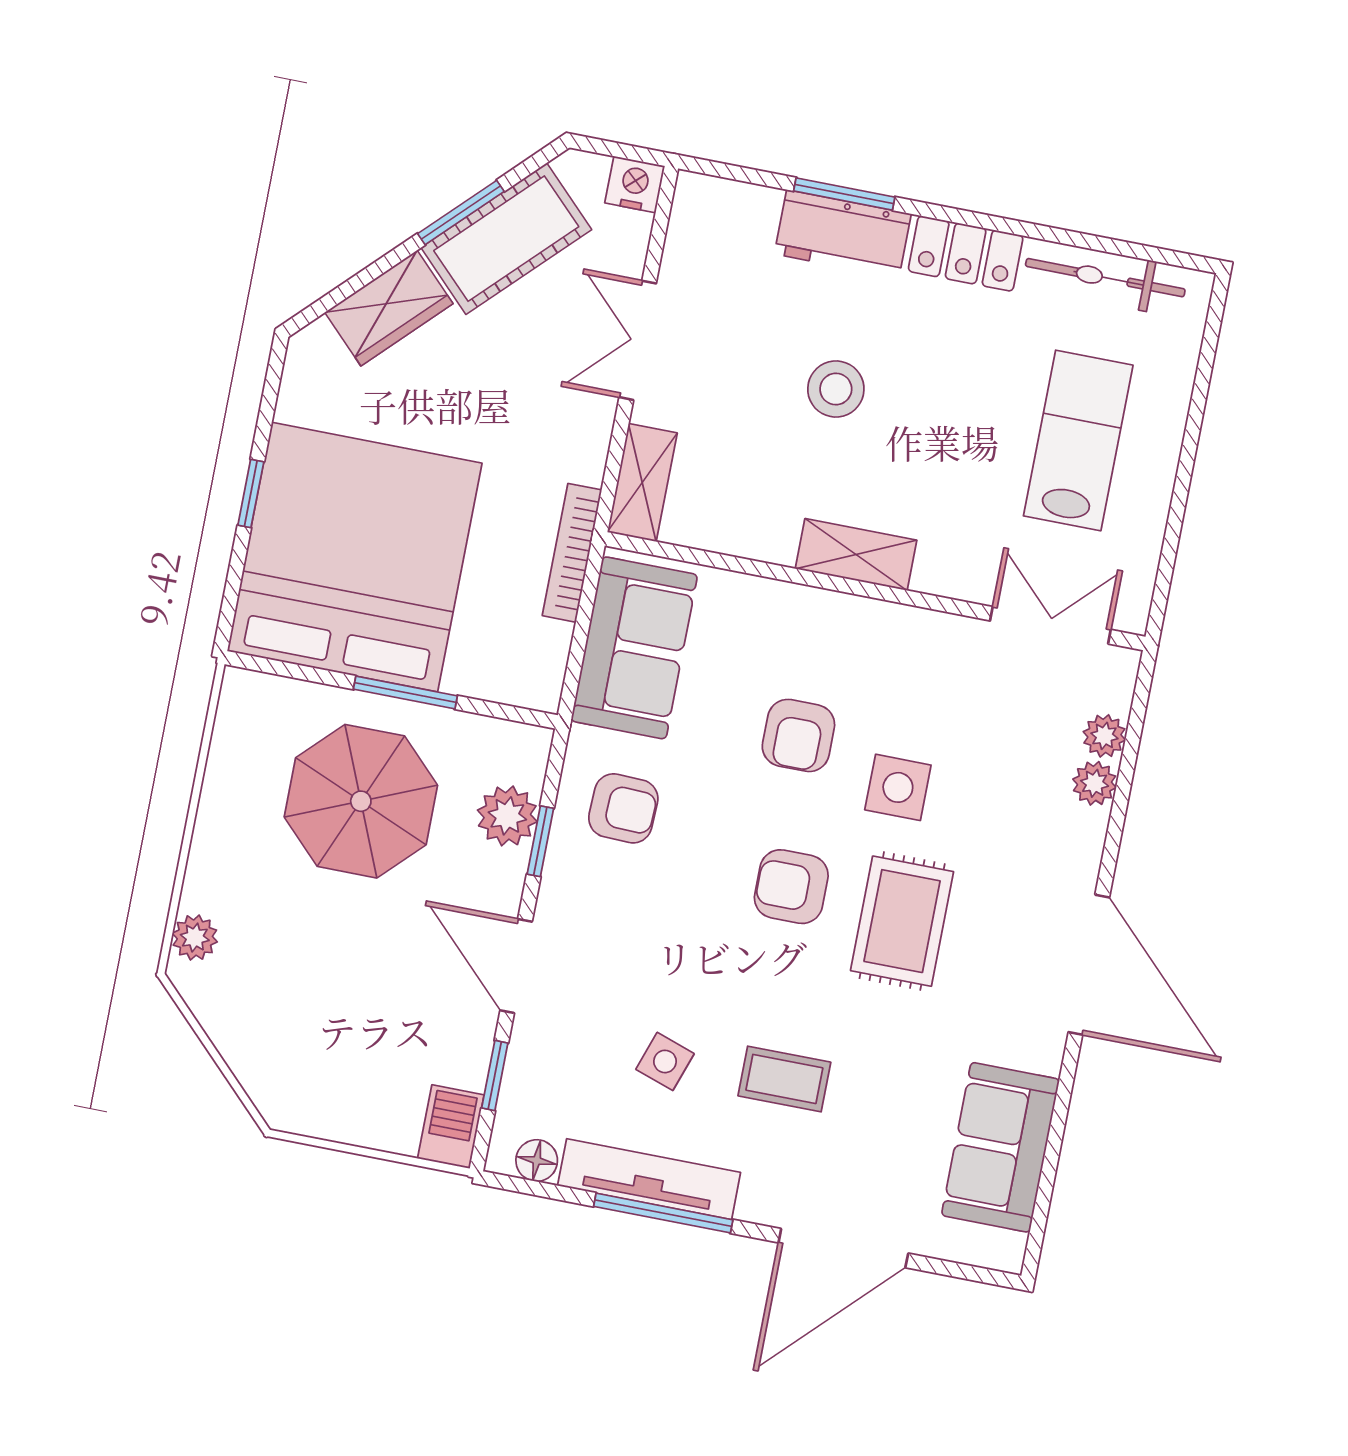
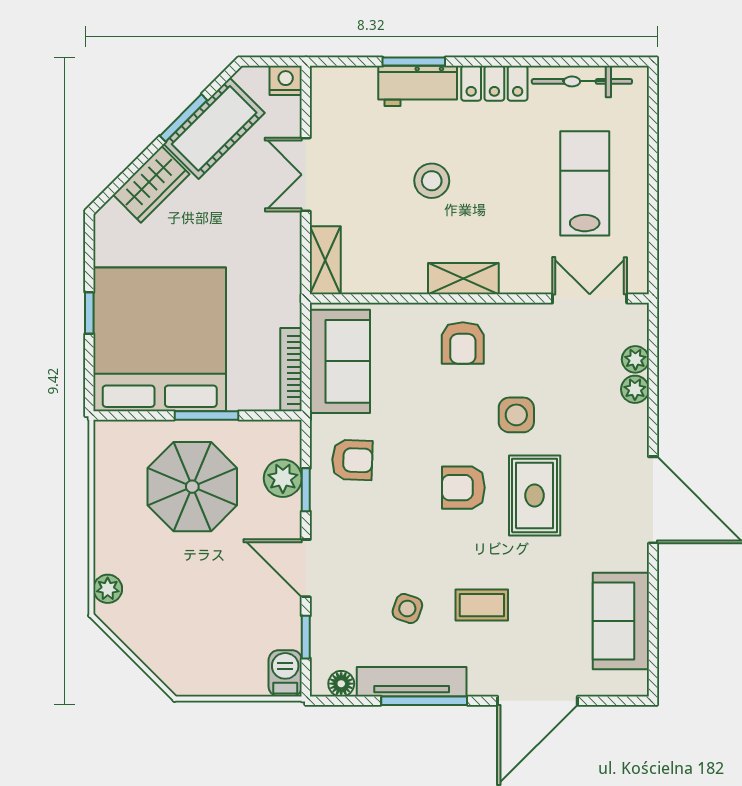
bookcase: (572, 553) -> (291, 370), moved
armchair: (798, 735) -> (463, 343), moved

